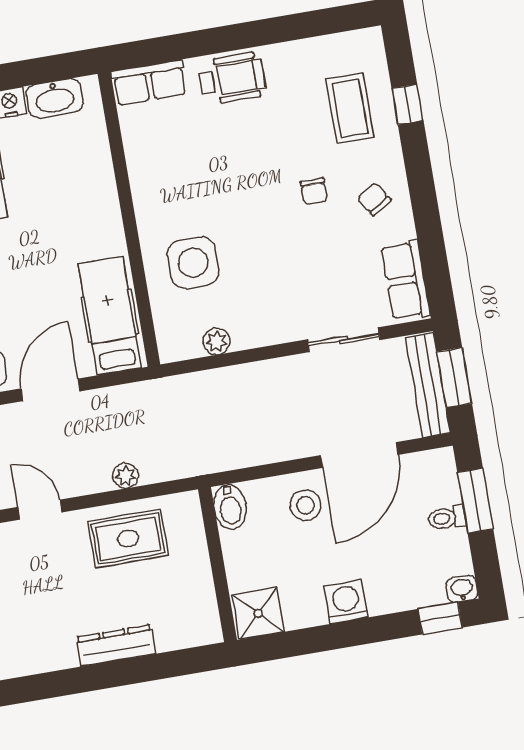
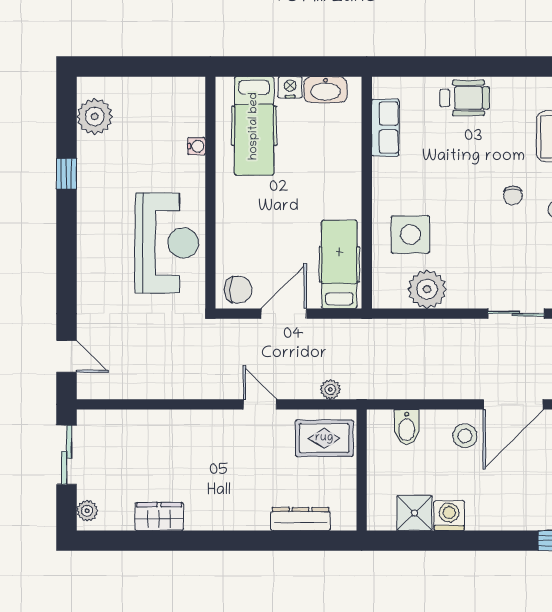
row of seats: (149, 83) -> (385, 128), moved, turned -90
plant: (216, 341) -> (427, 289), width x1.88, depth x1.88
wall: (217, 565) -> (362, 470), moved
washing machine: (346, 602) -> (449, 516), moved

